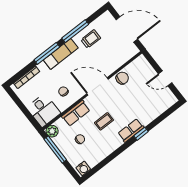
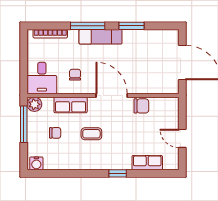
window: (75, 31) -> (131, 26), width x0.69
trolley: (91, 39) -> (140, 45), removed
row of seats: (131, 130) -> (147, 163), moved

